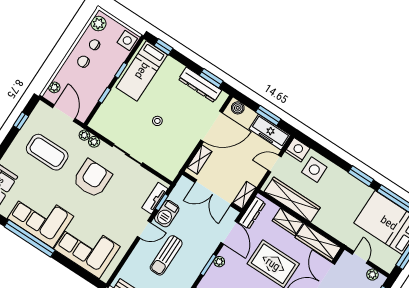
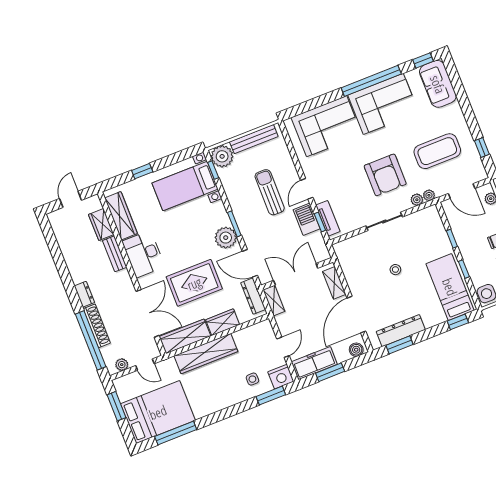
side table: (314, 170) -> (252, 379), width x0.54, depth x0.54
window: (361, 176) -> (271, 396), moved
wardrobe: (292, 200) -> (206, 354), moved
plant: (219, 262) -> (226, 238), width x1.88, depth x1.88

